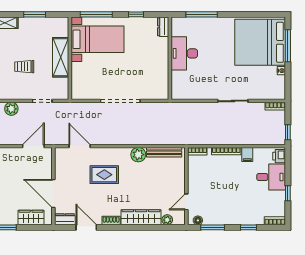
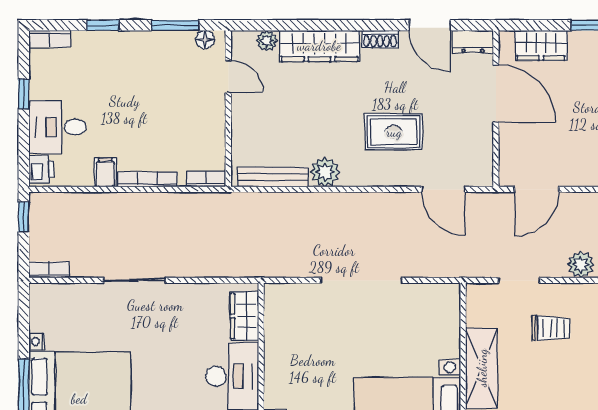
trolley: (24, 67) -> (551, 328), moved
wardrobe: (178, 83) -> (244, 316), added
door: (186, 202) -> (228, 77), hinge flipped

